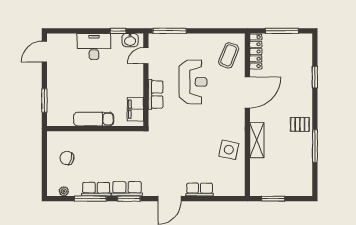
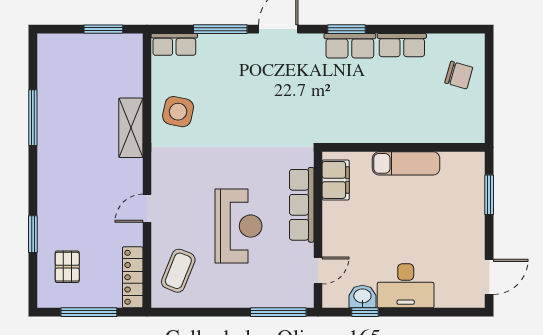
washbasin: (130, 40) -> (362, 297), moved
reception desk: (193, 82) -> (238, 226), turned 180
door: (247, 92) -> (147, 208), width x0.53
row of seats: (156, 94) -> (302, 205), width x1.48
pallet: (300, 124) -> (67, 267), moved, turned 90
chair: (67, 158) -> (459, 75), moved
row of seats: (200, 190) -> (174, 44), moved
plant: (64, 191) -> (456, 41), removed
window: (90, 199) -> (220, 29), moved

